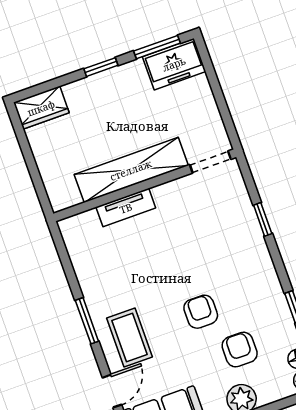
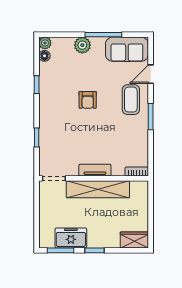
freezer: (174, 64) -> (71, 238), moved
tv unit: (126, 208) -> (95, 170), moved
bookcase: (78, 222) -> (137, 172), added
armchair: (240, 350) -> (74, 72), removed

